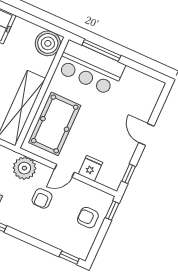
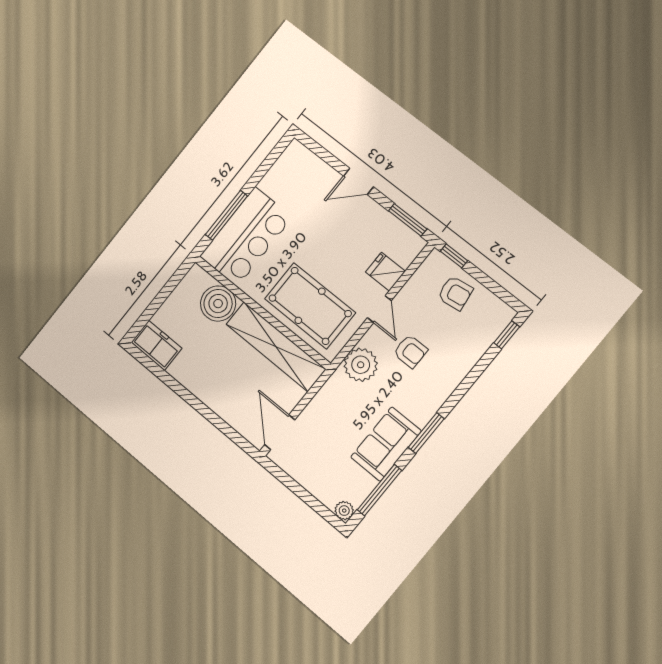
boiler: (48, 43) -> (218, 304), moved
window: (129, 174) -> (408, 220), width x1.50
armchair: (88, 218) -> (455, 293), turned -98

